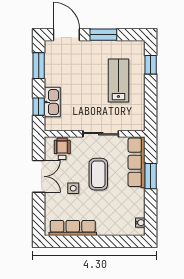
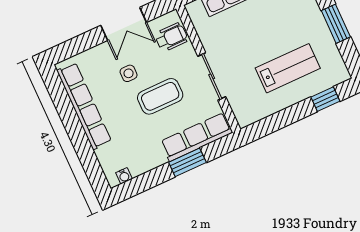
row of seats: (73, 228) -> (84, 106), width x1.36

